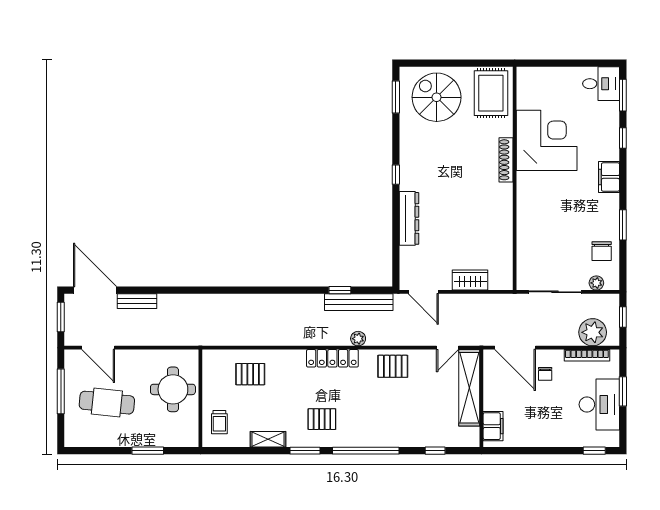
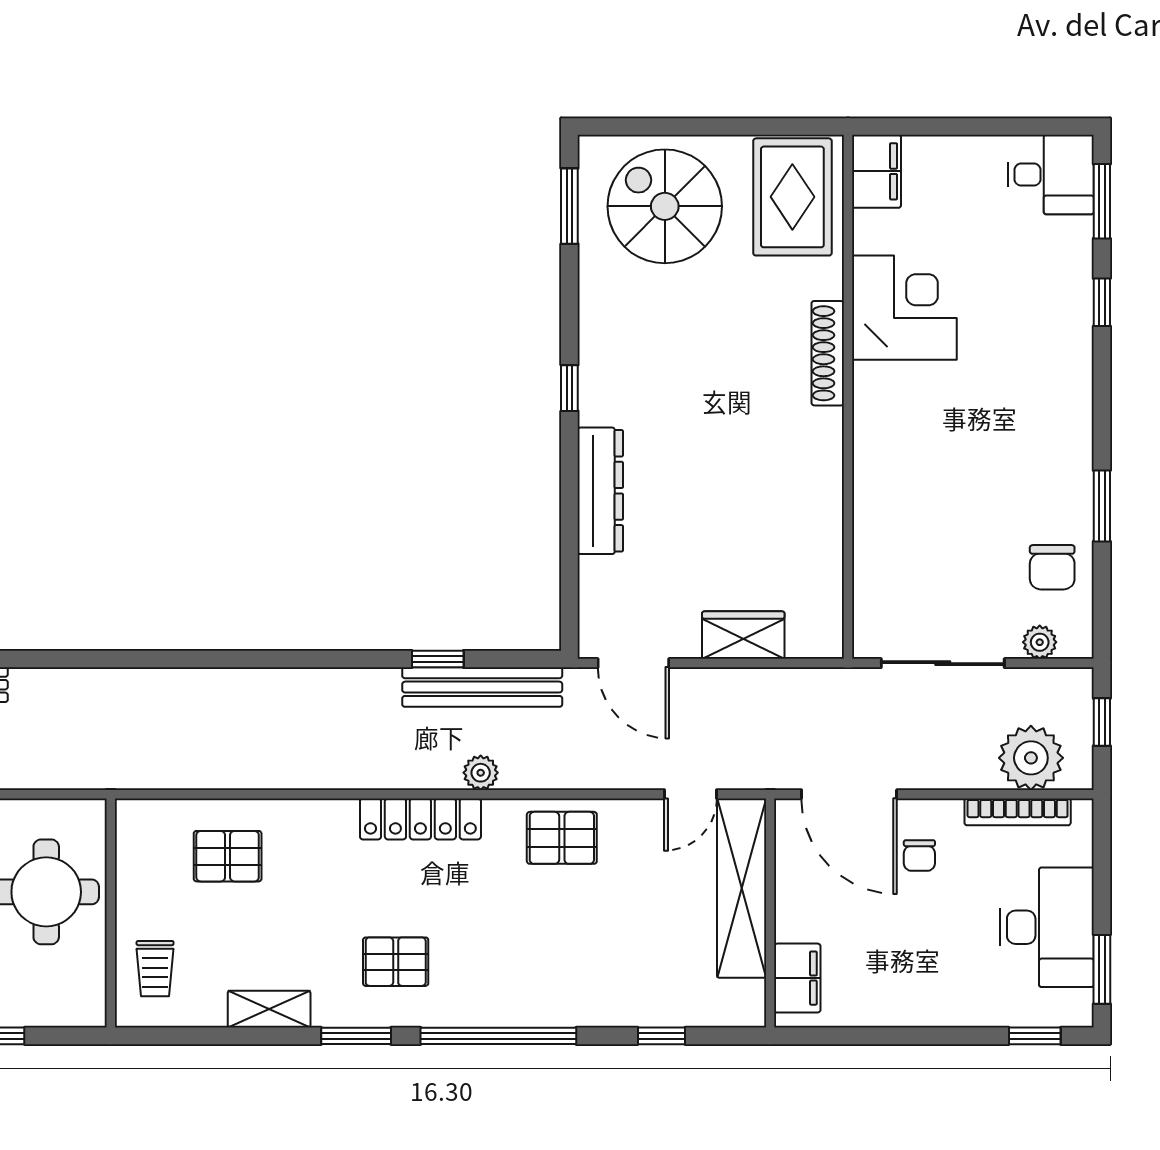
corner desk: (547, 140) -> (904, 308), width x0.74, depth x0.74
filing cabinet: (609, 177) -> (876, 171), moved, turned 180
window: (623, 391) -> (1102, 969), moved

